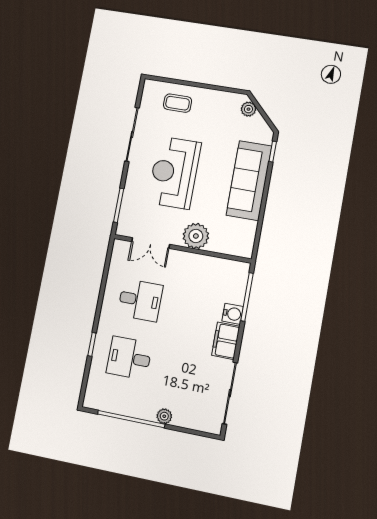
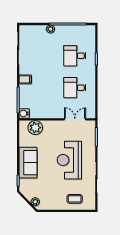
reception desk: (174, 173) -> (69, 160), turned 180
sofa: (249, 180) -> (28, 163), width x0.73
plant: (196, 236) -> (35, 128), moved
water cooler: (233, 314) -> (24, 113), moved
filing cabinet: (226, 341) -> (25, 79), width x0.50
desk: (129, 358) -> (75, 56), turned 180

